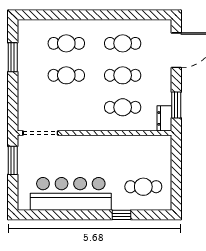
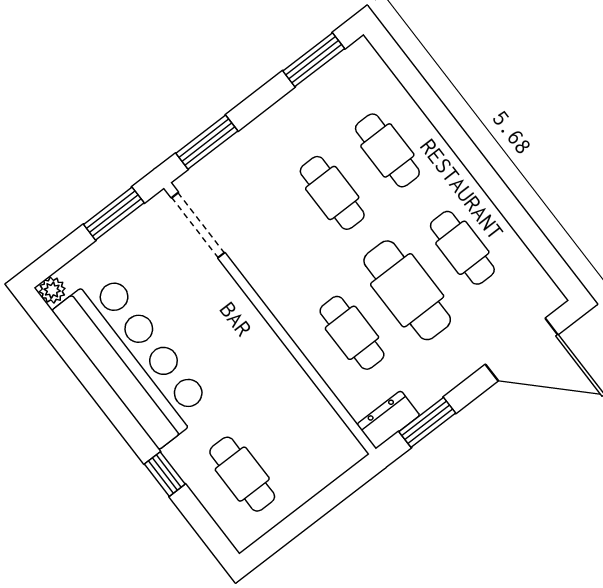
window: (13, 57) -> (314, 60), moved
cafe table: (123, 75) -> (407, 290), width x1.37, depth x1.35
window: (13, 107) -> (207, 142), added
plant: (23, 204) -> (52, 290), added

